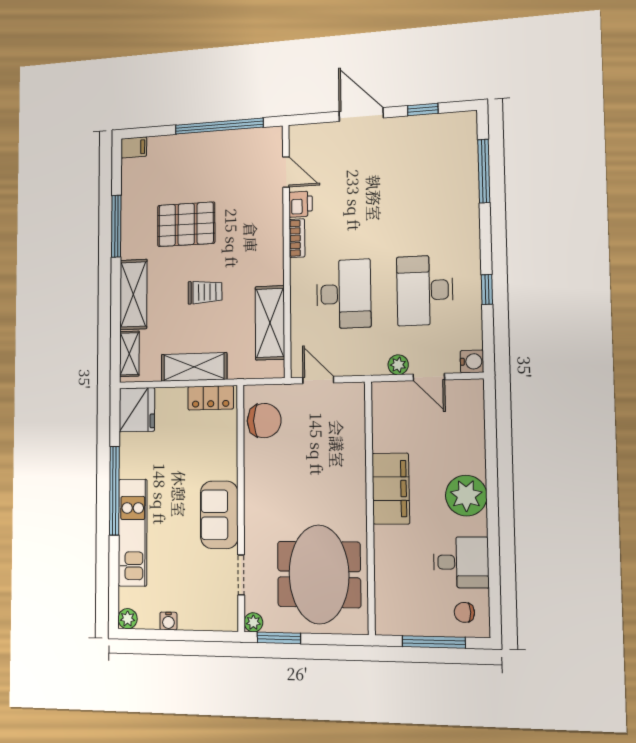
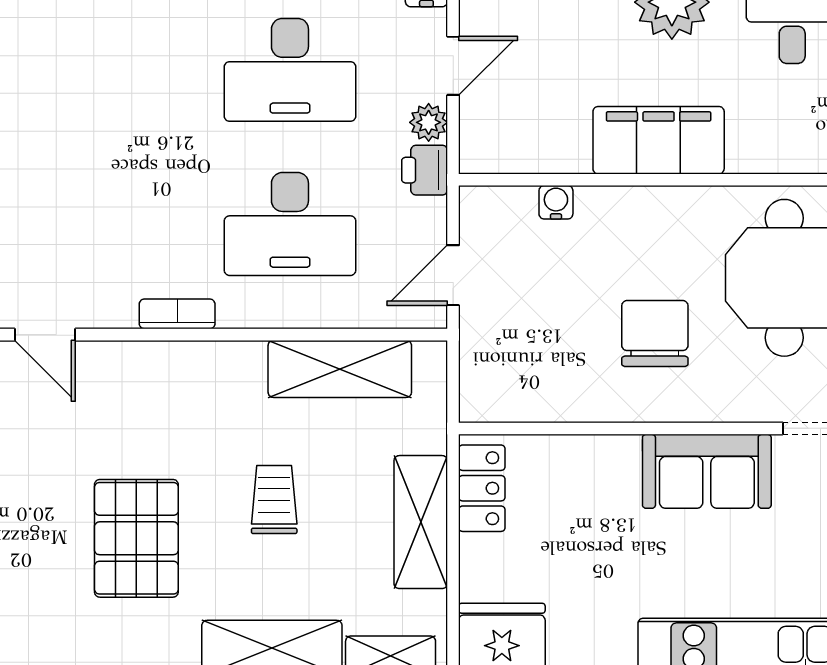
door: (286, 172) -> (45, 335), swing flipped
printer: (301, 204) -> (425, 170), moved, turned -90
desk: (344, 294) -> (290, 224), turned 180
chair: (264, 421) -> (655, 333), moved
water cooler: (357, 434) -> (556, 202), added

